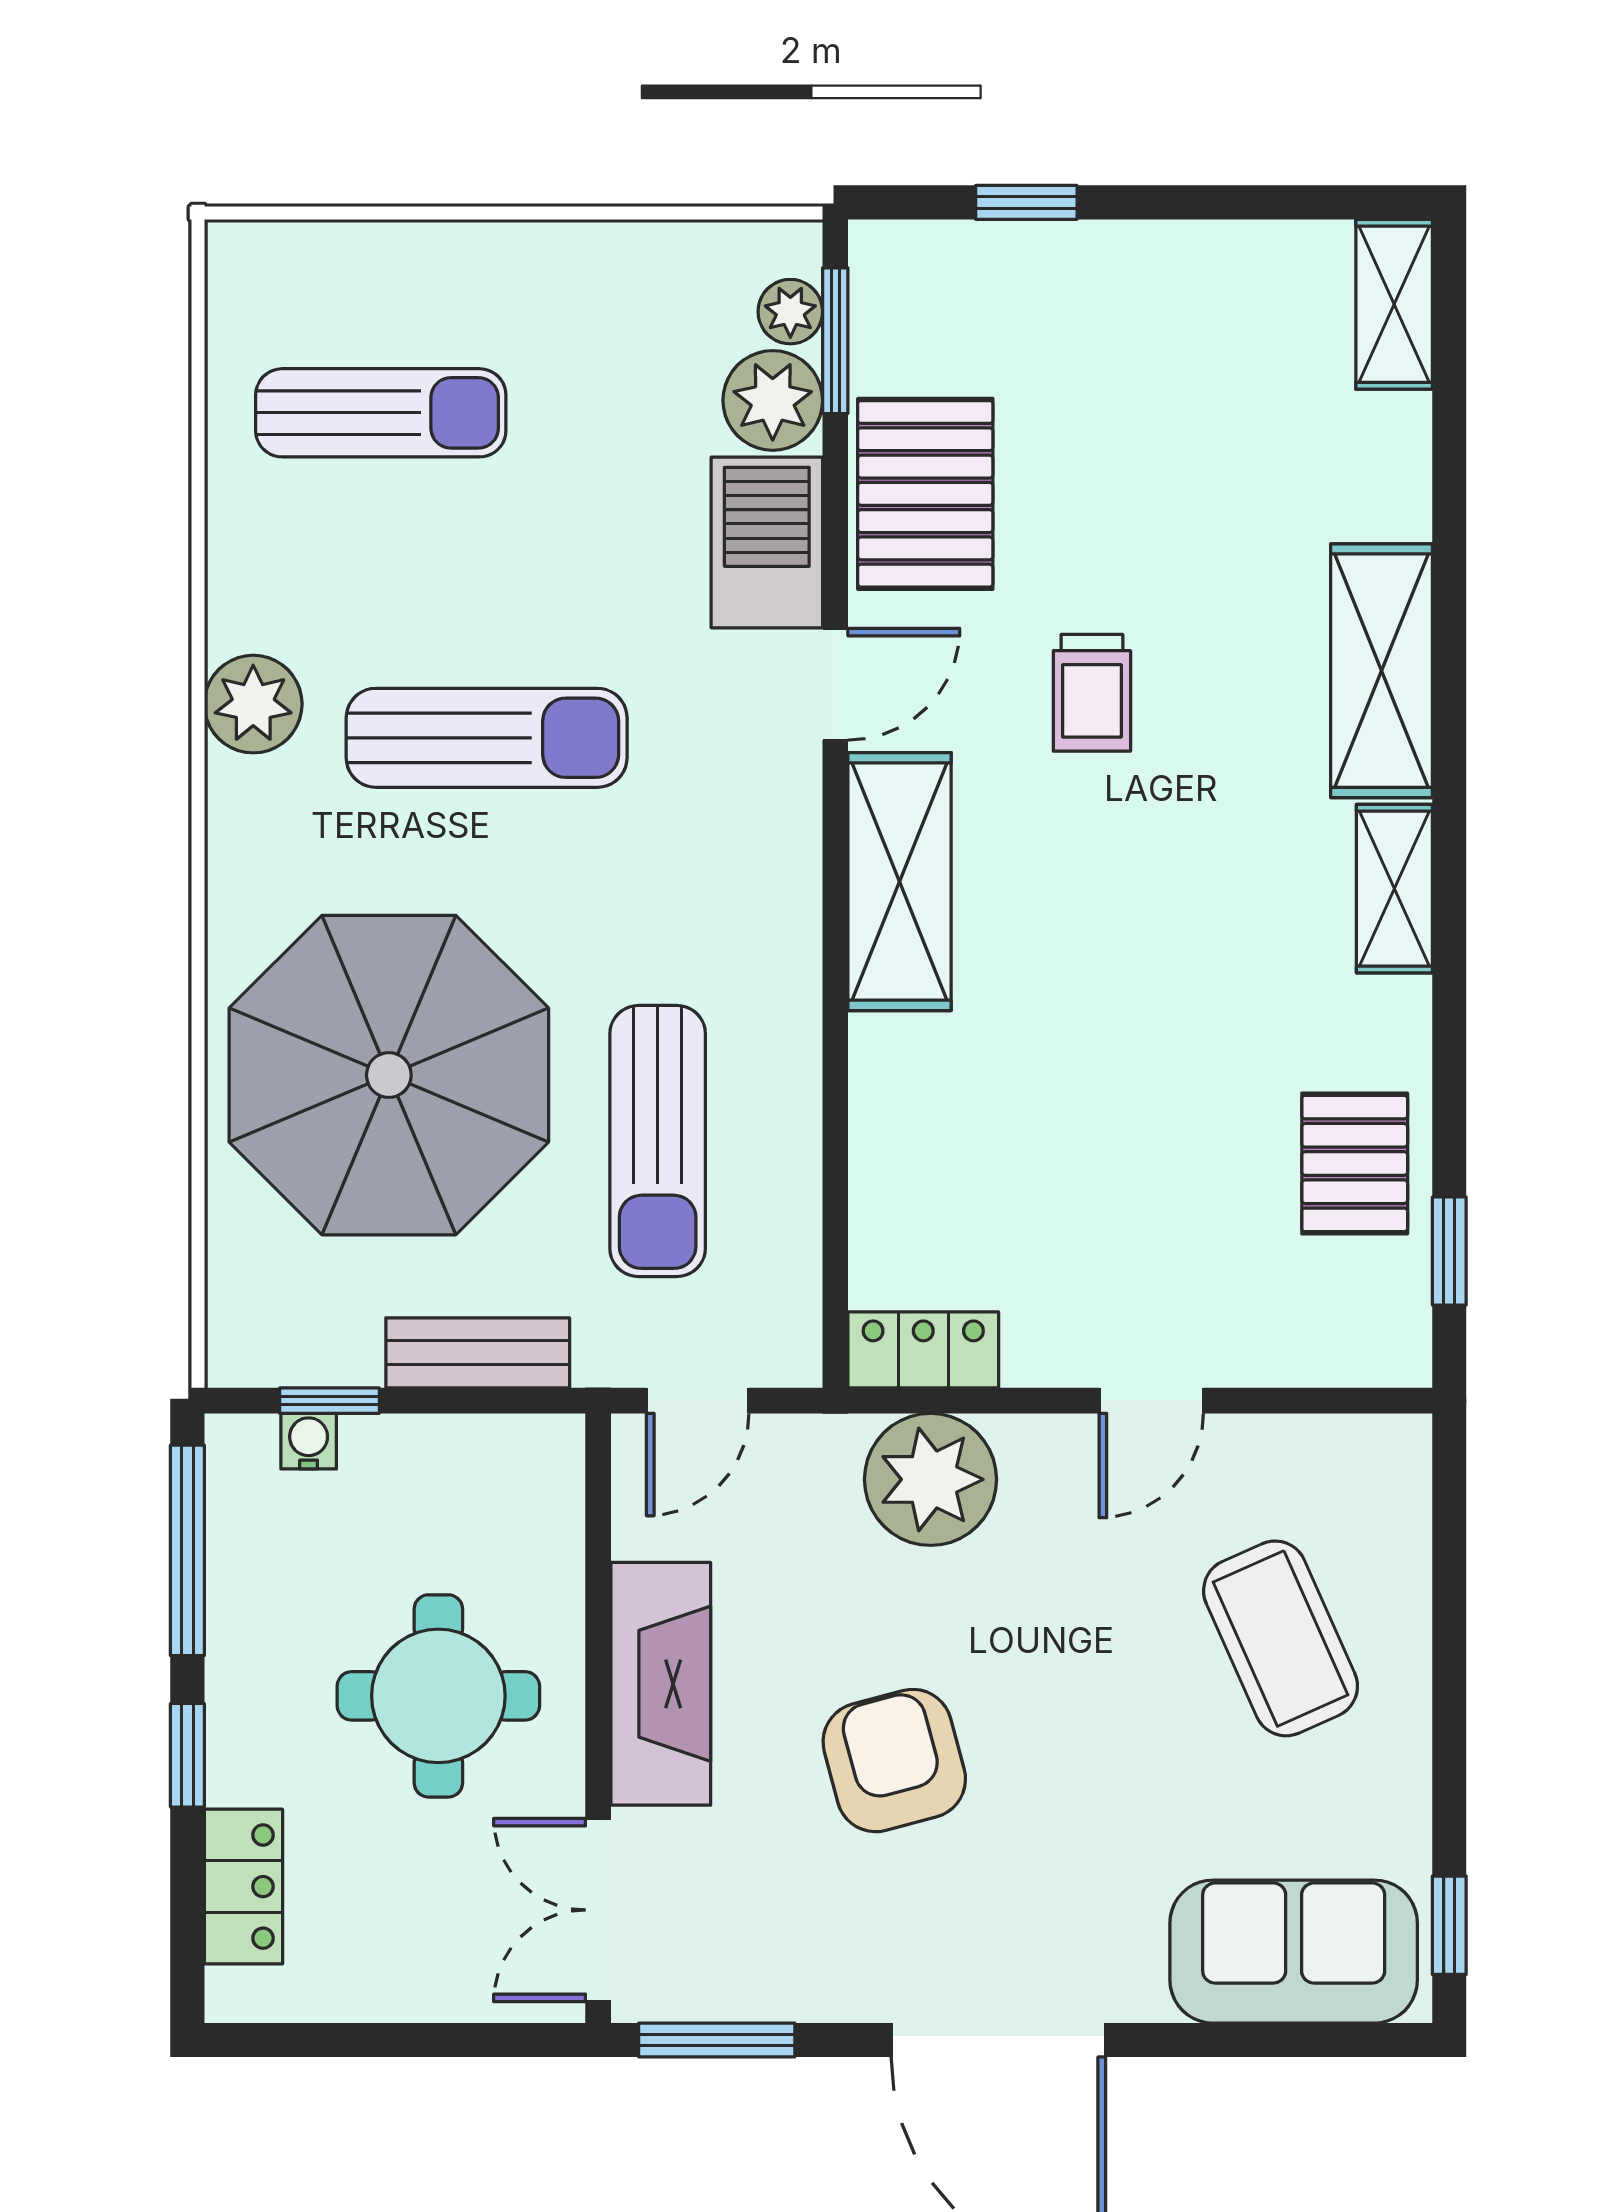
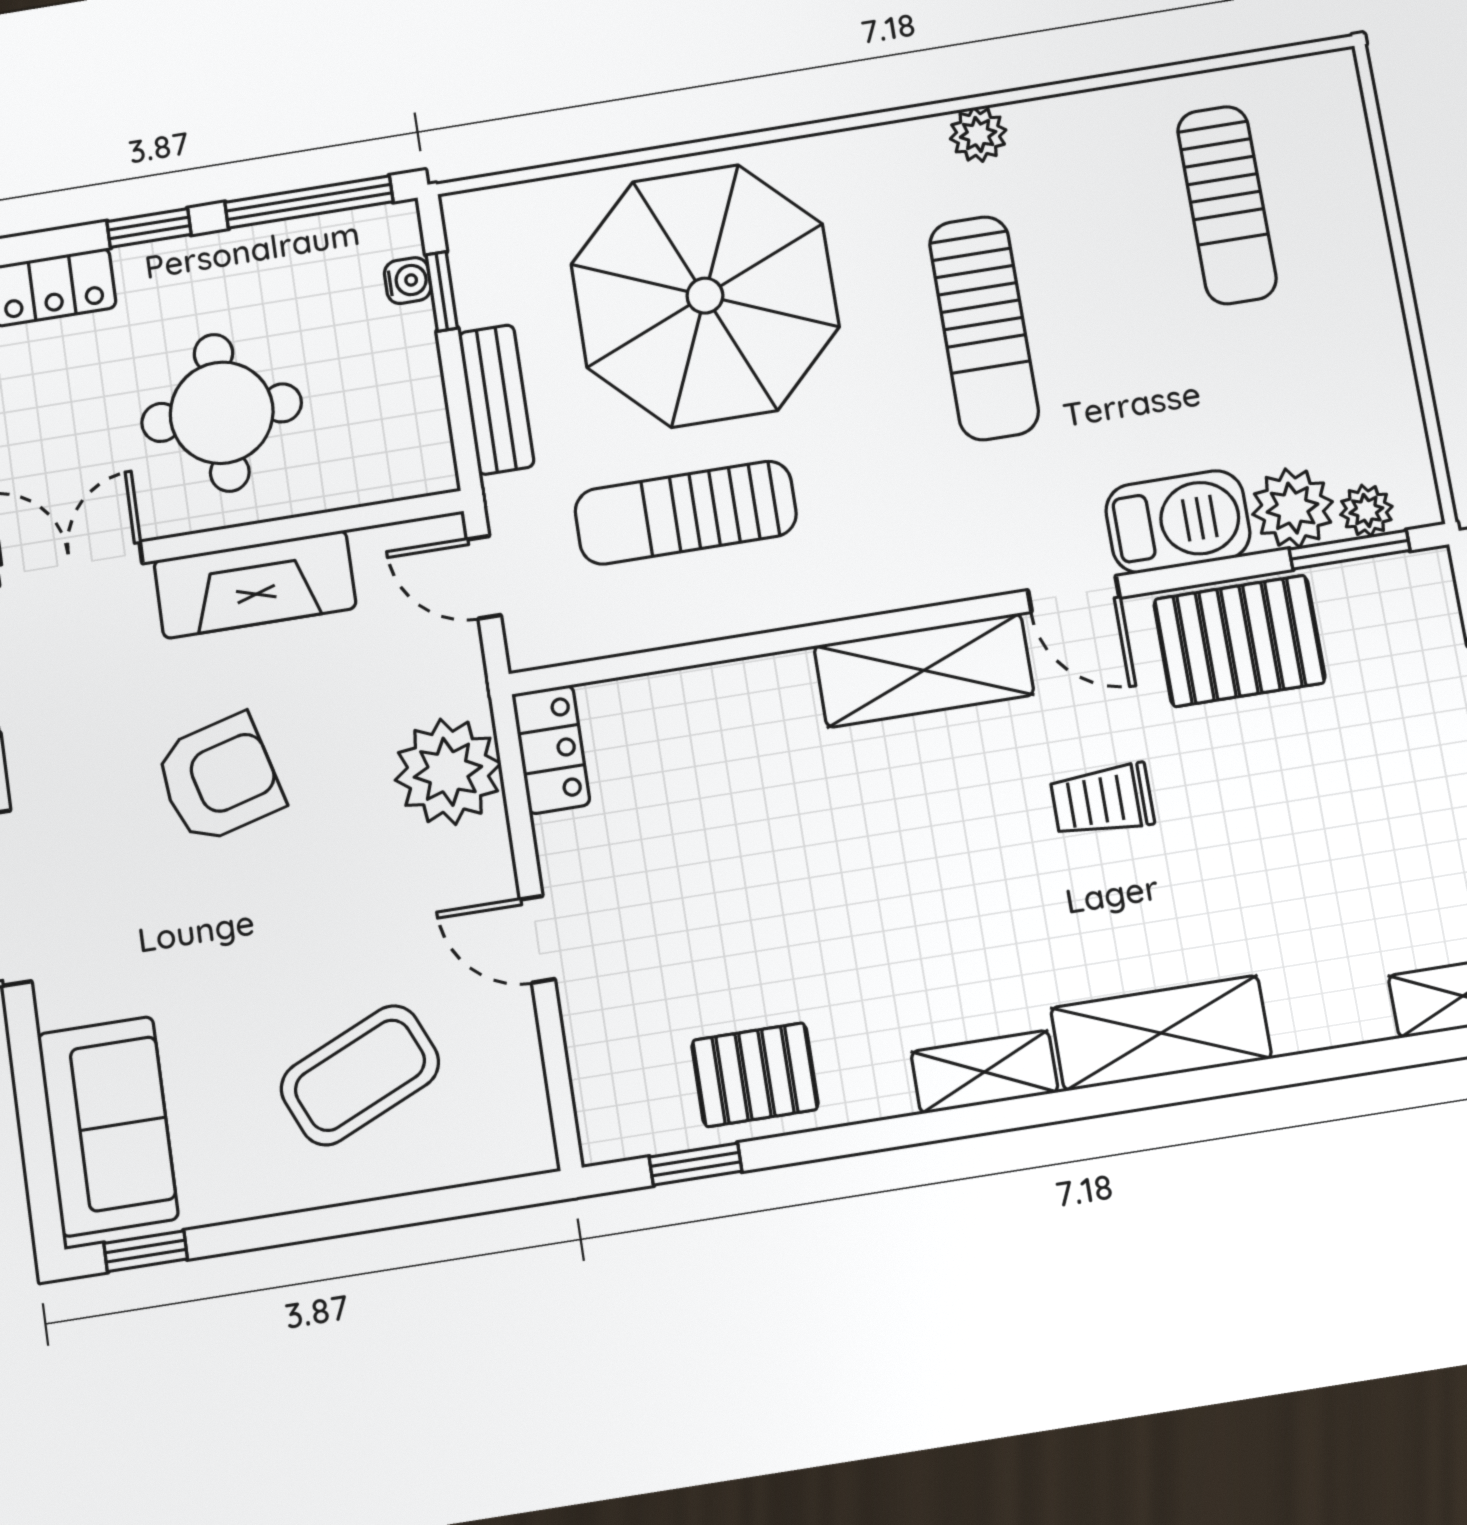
plant: (253, 704) -> (978, 134), width x0.73, depth x0.73

